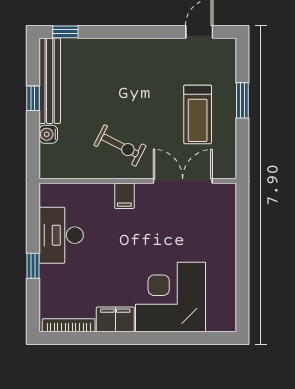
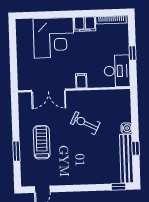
wall: (138, 181) -> (74, 90), moved
double door: (183, 181) -> (48, 90), moved
filing cabinet: (124, 196) -> (81, 81), moved

